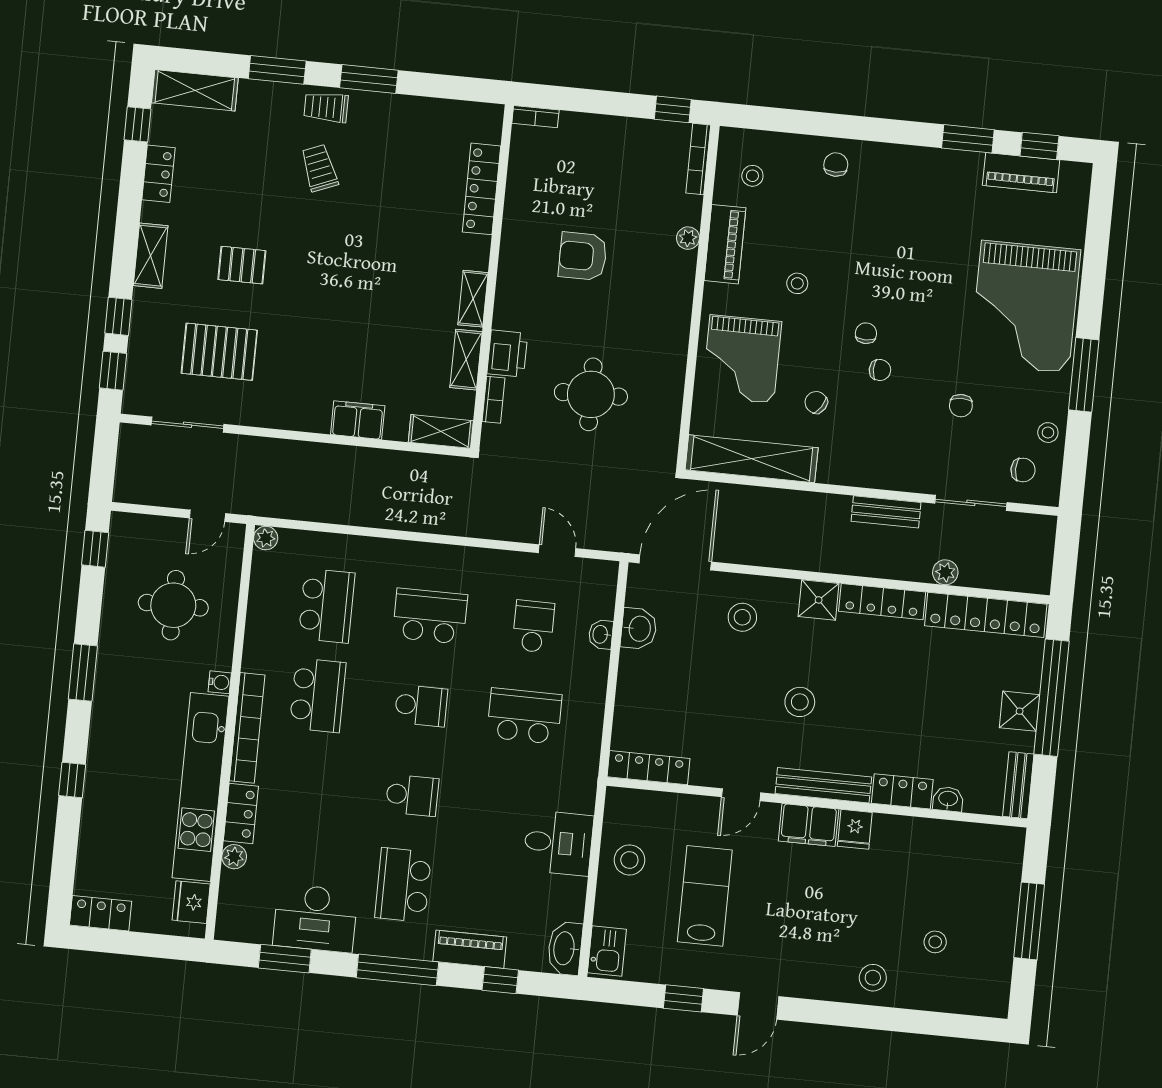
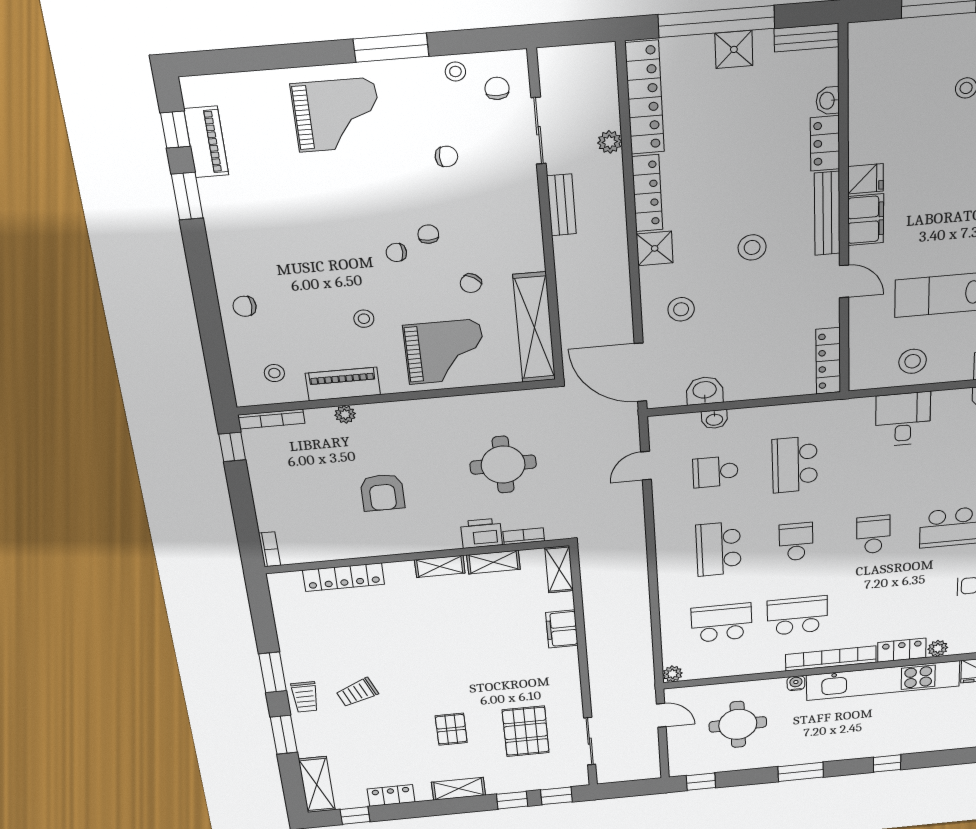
grand piano: (1025, 307) -> (337, 115), width x0.73, depth x0.68

